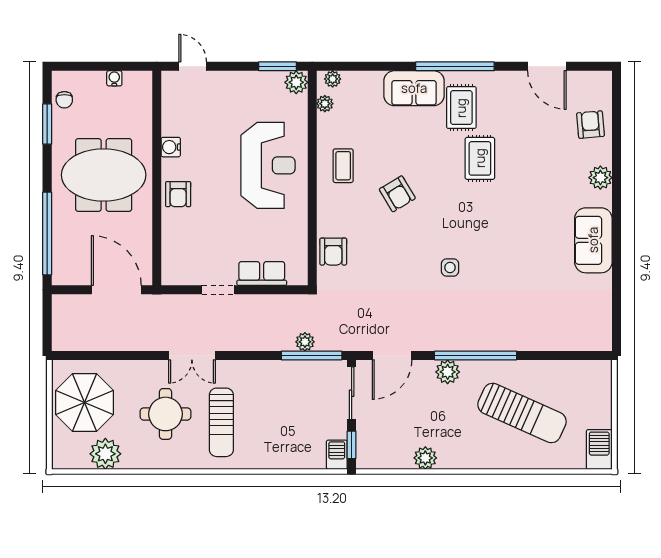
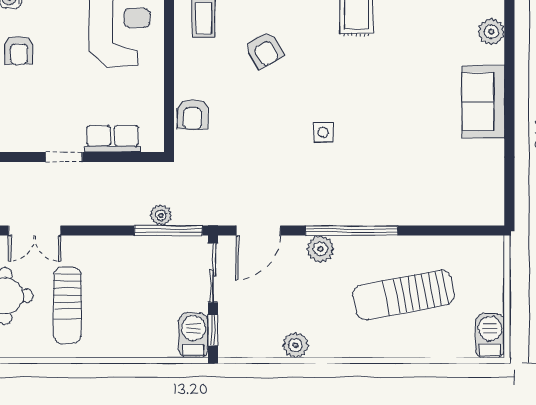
sun lounger: (522, 413) -> (404, 295), turned 145
barbecue: (337, 455) -> (193, 335), width x1.38, depth x1.27

